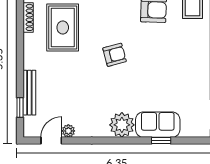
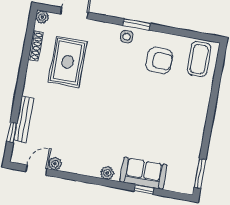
armchair: (115, 55) -> (113, 98), removed
plant: (122, 125) -> (107, 173), width x0.53, depth x0.53

